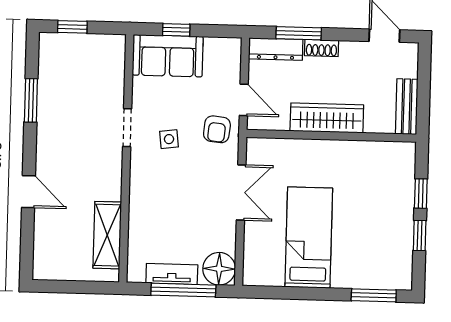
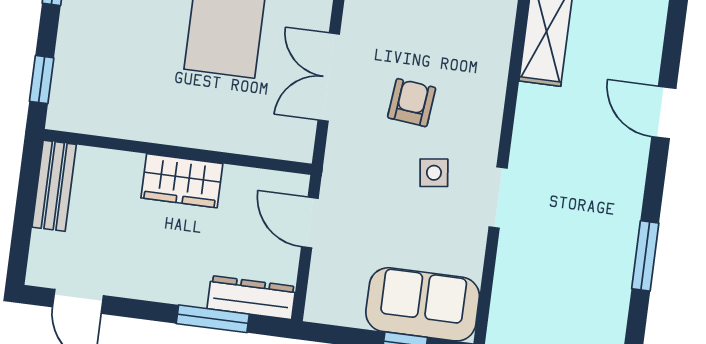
shoe rack: (321, 48) -> (179, 292), removed
wardrobe: (327, 118) -> (182, 181), width x0.67
armchair: (217, 129) -> (412, 103), moved
window: (421, 194) -> (42, 80), moved

